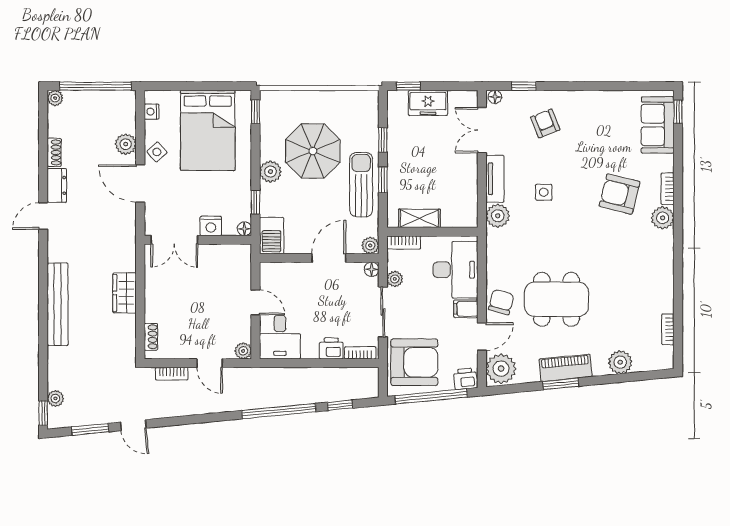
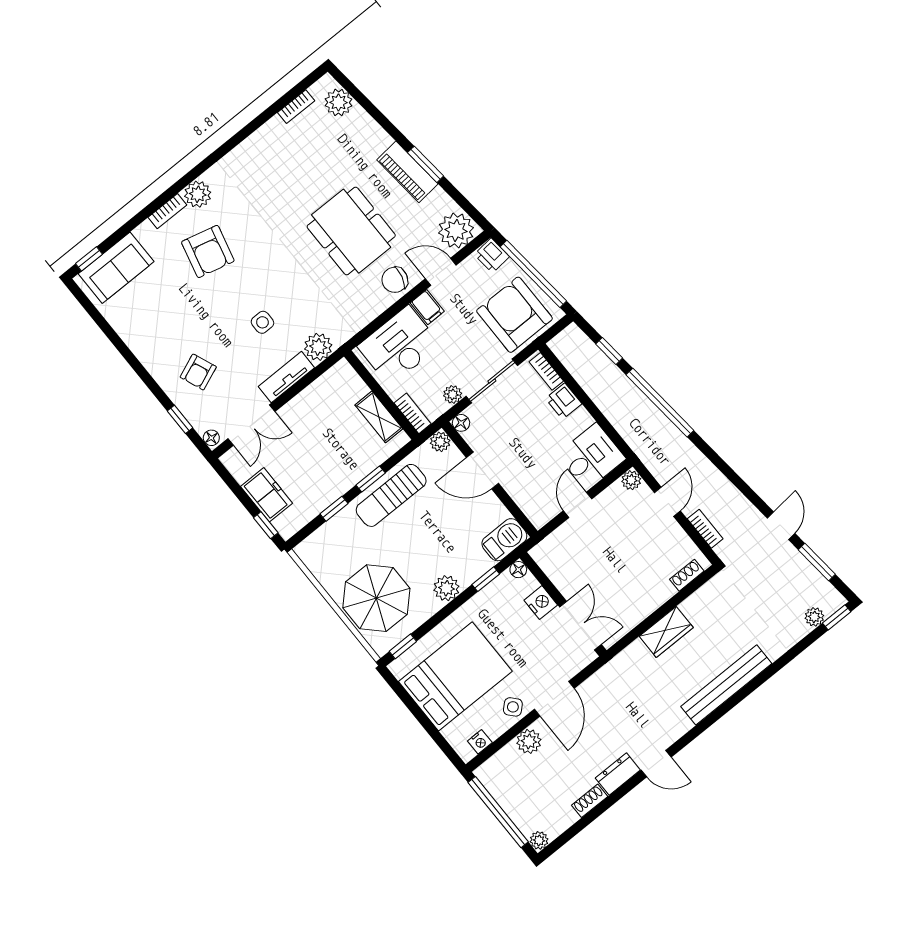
parasol: (313, 151) -> (376, 598), moved
plant: (620, 362) -> (339, 102), moved

